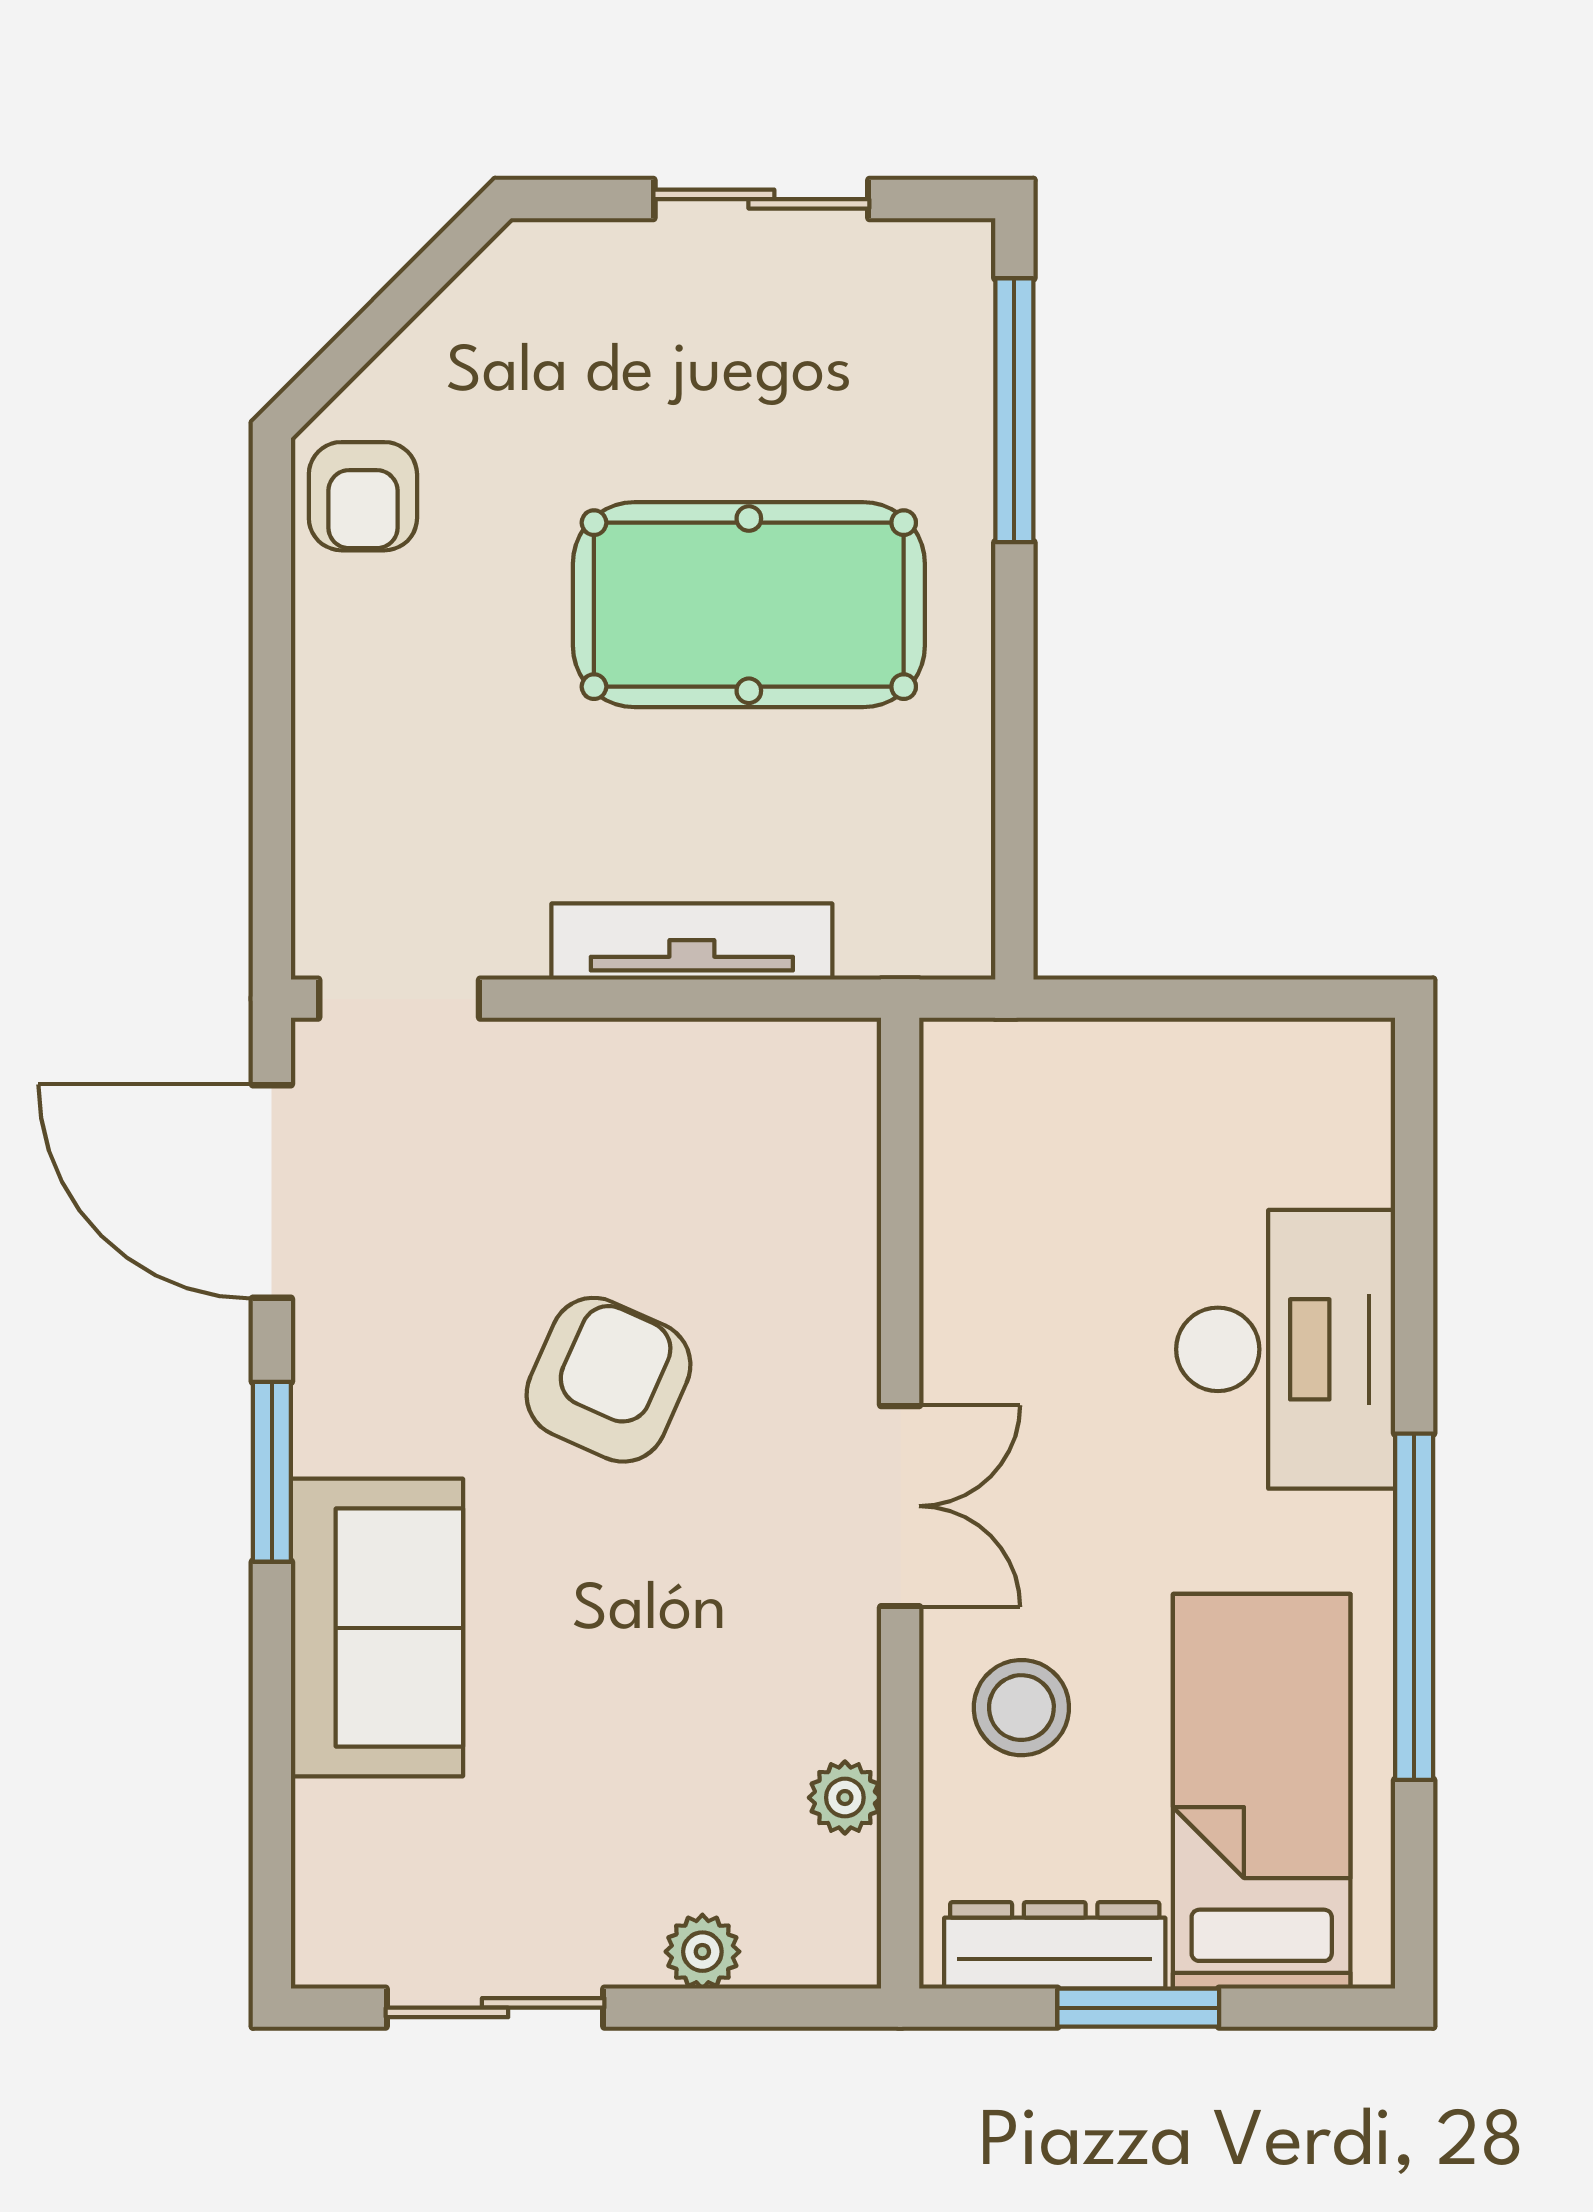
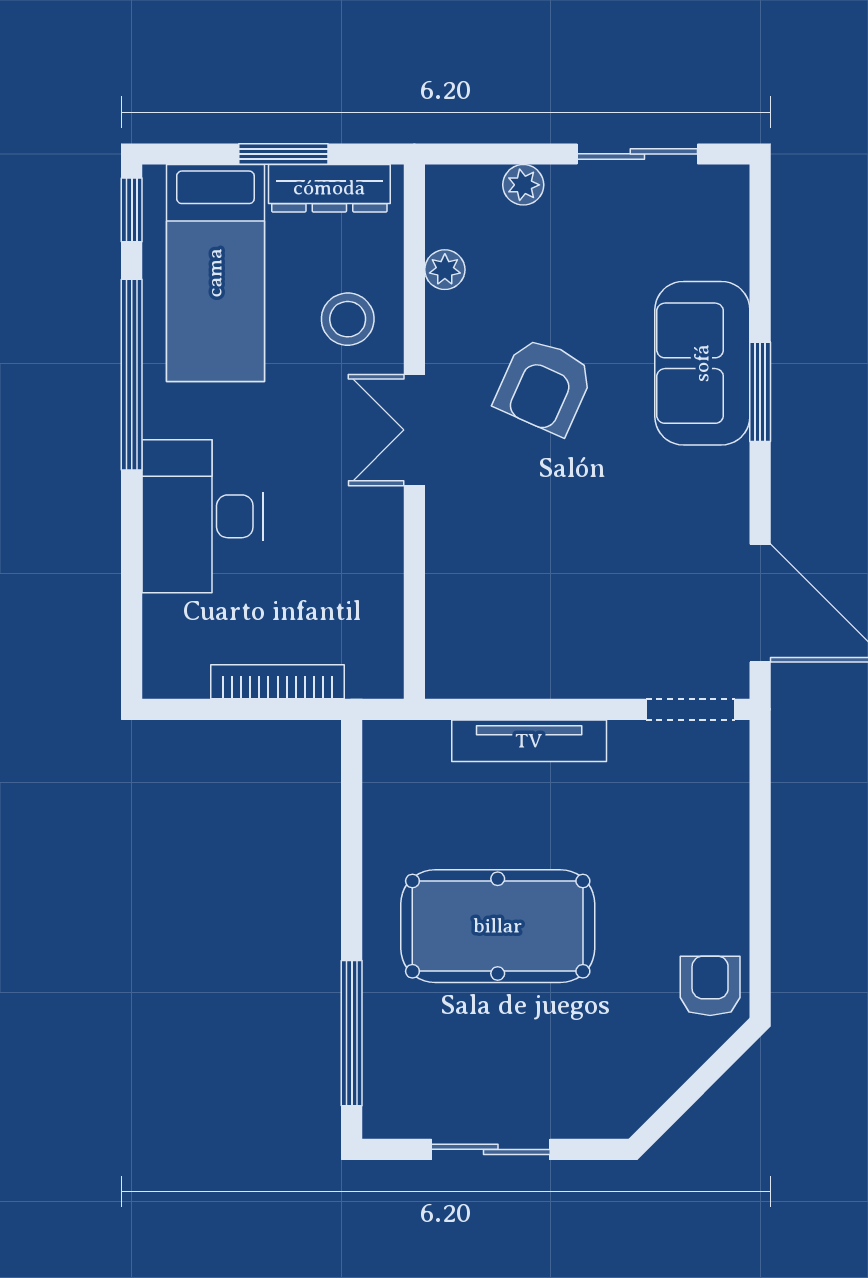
bookcase: (1149, 1049) -> (278, 682), added
armchair: (608, 1380) -> (544, 386), moved
window: (272, 1472) -> (760, 392), moved
window: (1414, 1906) -> (132, 210), added

